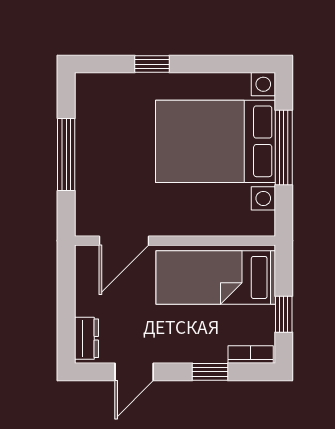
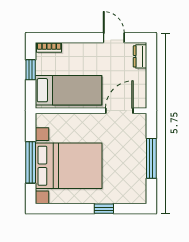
door: (134, 372) -> (114, 38), hinge flipped
window: (210, 372) -> (72, 38), removed

